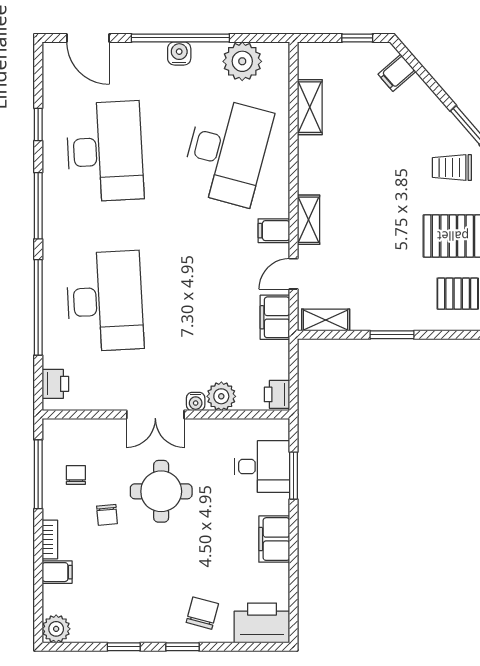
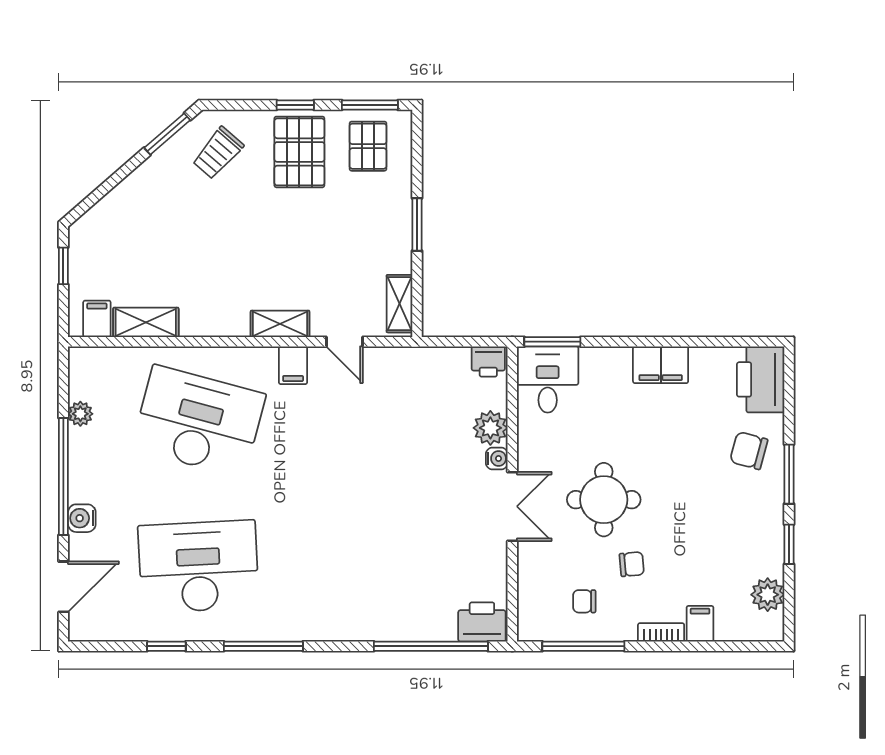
water cooler: (179, 53) -> (82, 518), moved
plant: (242, 61) -> (80, 414), width x0.53, depth x0.53
filing cabinet: (397, 73) -> (97, 319), moved, turned -139
trolley: (452, 168) -> (218, 153), turned 41
desk: (105, 301) -> (377, 567), removed
window: (38, 307) -> (431, 646), moved
filing cabinet: (275, 317) -> (396, 364), removed
printer: (55, 384) -> (482, 622), width x1.36, depth x1.24
desk: (262, 467) -> (548, 380), moved
window: (294, 476) -> (552, 342), moved
plant: (56, 629) -> (768, 595), moved
window: (183, 647) -> (789, 474), width x1.50

